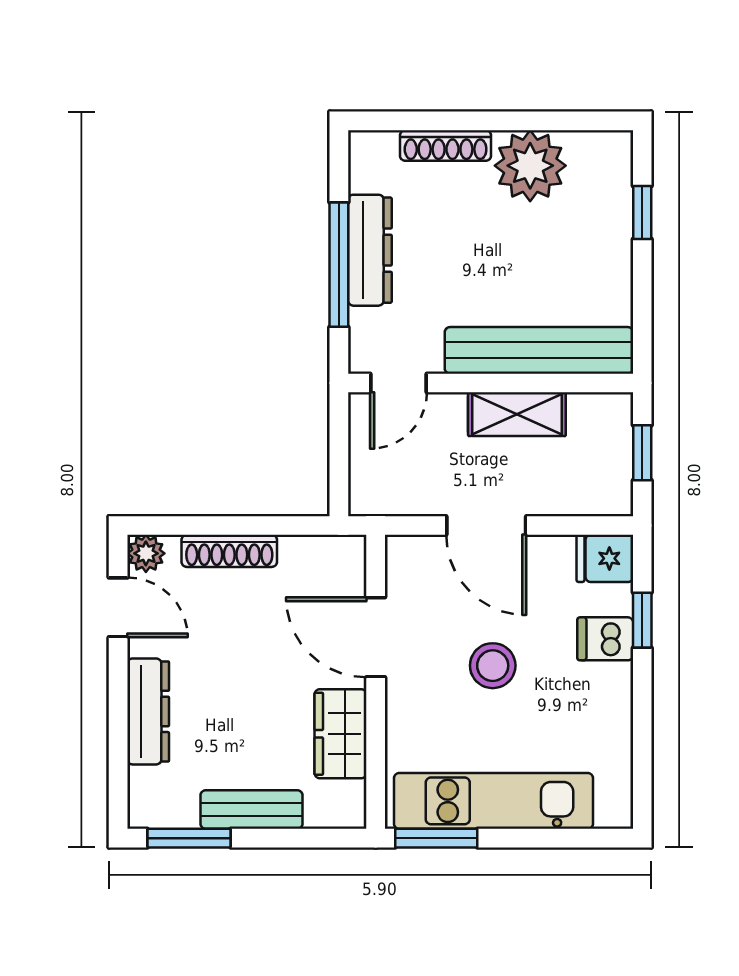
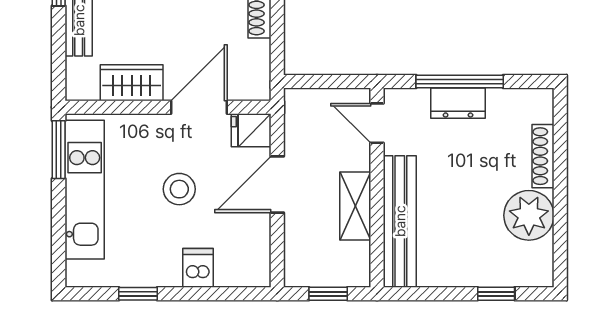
dresser: (370, 250) -> (458, 103), width x0.70
fridge: (605, 558) -> (251, 130), moved, turned -90
window: (642, 620) -> (138, 294), moved

